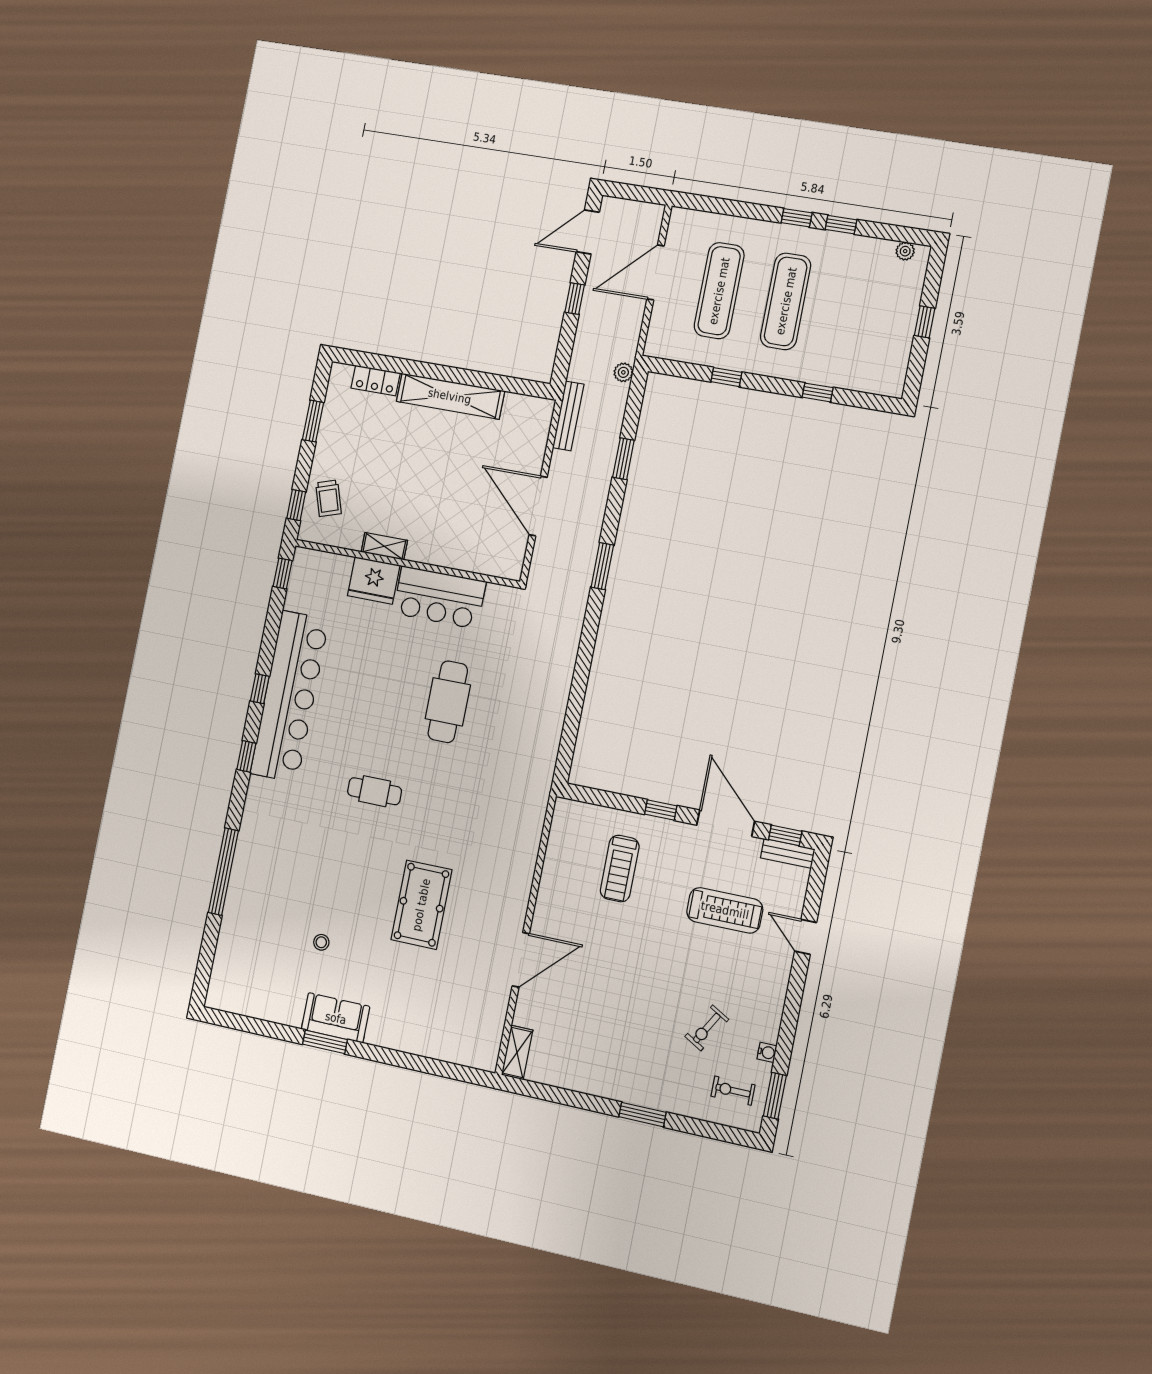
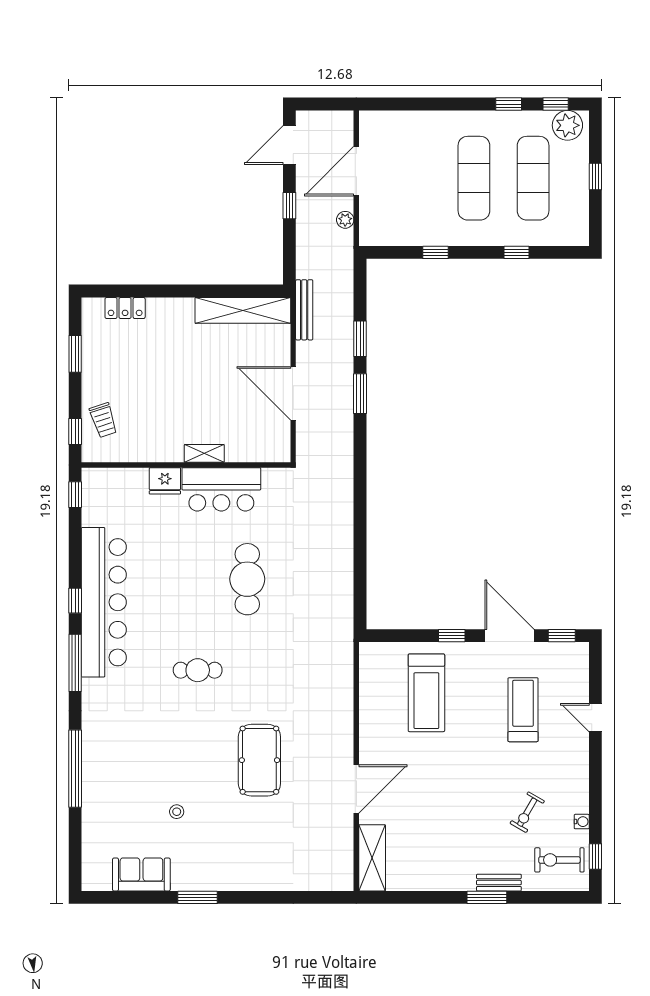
window: (797, 218) -> (556, 104), moved
plant: (905, 251) -> (567, 125), width x1.88, depth x1.88
exercise mat: (719, 291) -> (533, 178), moved
plant: (623, 372) -> (345, 220), moved
shelving: (450, 396) -> (243, 310), moved
shelving: (384, 546) -> (204, 453), moved
window: (602, 566) -> (360, 394), moved
fridge: (374, 580) -> (165, 481), width x0.73, depth x0.75
window: (246, 756) -> (75, 663), width x2.17
bench: (788, 853) -> (499, 883), moved
treadmill: (620, 868) -> (426, 693), width x1.37, depth x1.38
treadmill: (725, 910) -> (523, 710), turned -90
sofa: (336, 1018) -> (141, 874), moved
shelving: (517, 1052) -> (372, 858), width x1.50, depth x1.33
exercise bike: (733, 1091) -> (559, 860), width x1.38, depth x1.39
window: (775, 1096) -> (595, 856), width x0.67

